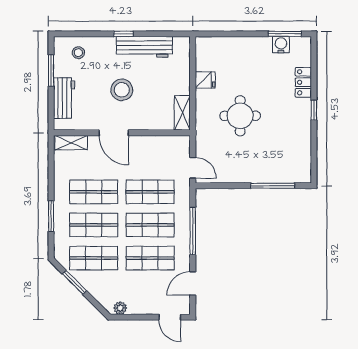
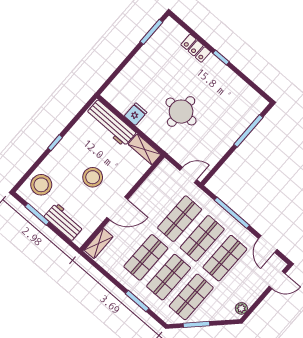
water cooler: (281, 45) -> (157, 41), removed
workbench: (144, 47) -> (111, 123), moved, turned 90
stool: (78, 53) -> (41, 185), width x1.89, depth x1.89

